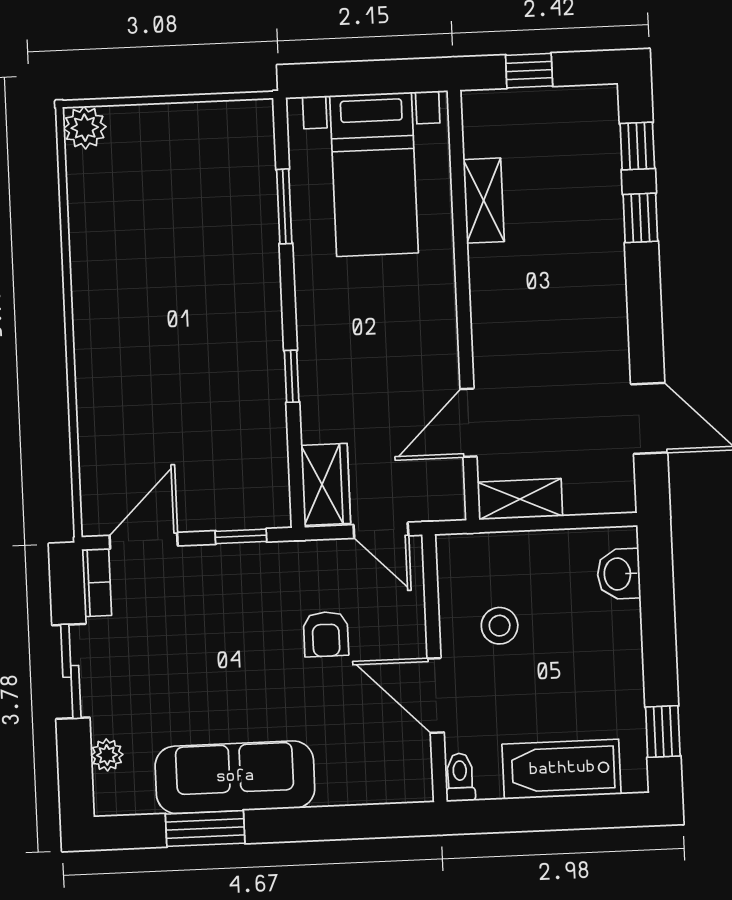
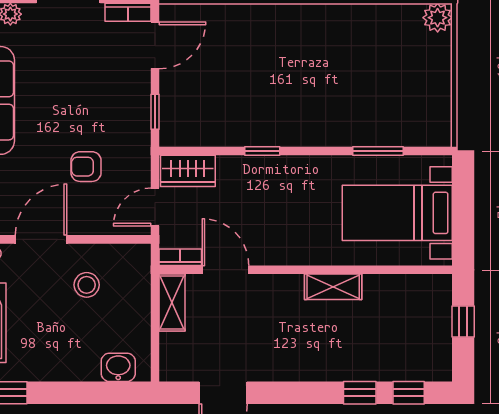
shelving: (484, 201) -> (333, 287), moved
bookcase: (453, 490) -> (180, 257), added
door: (144, 541) -> (155, 45), hinge flipped

